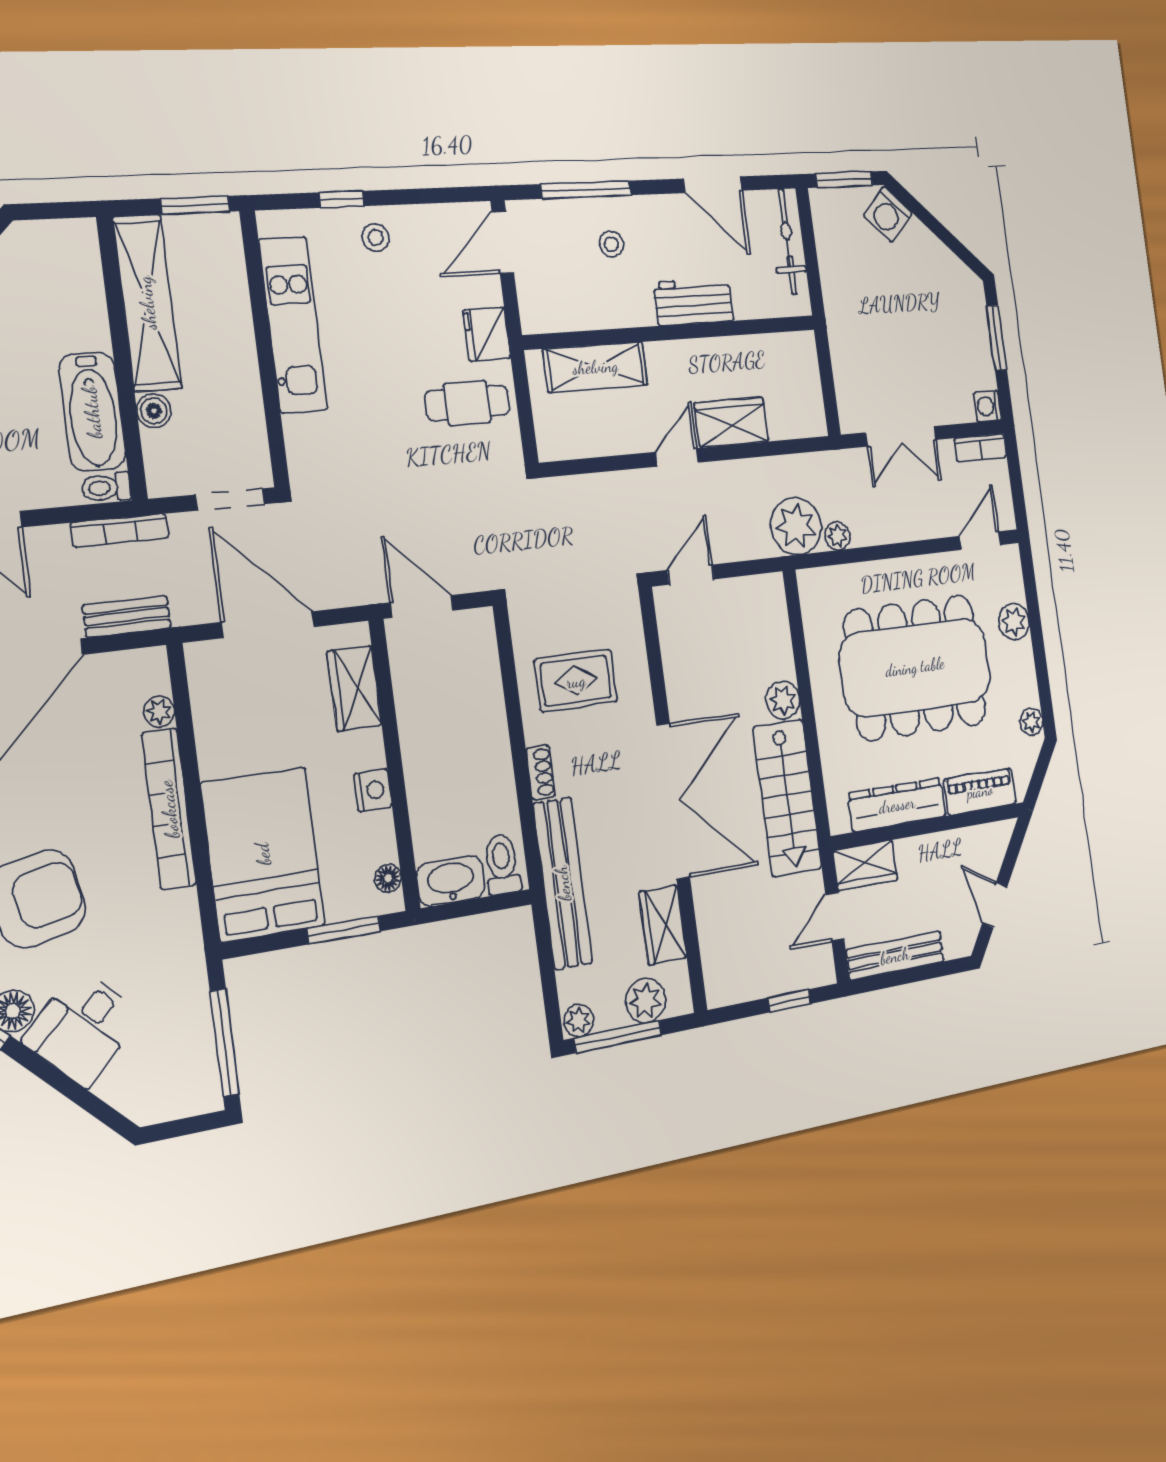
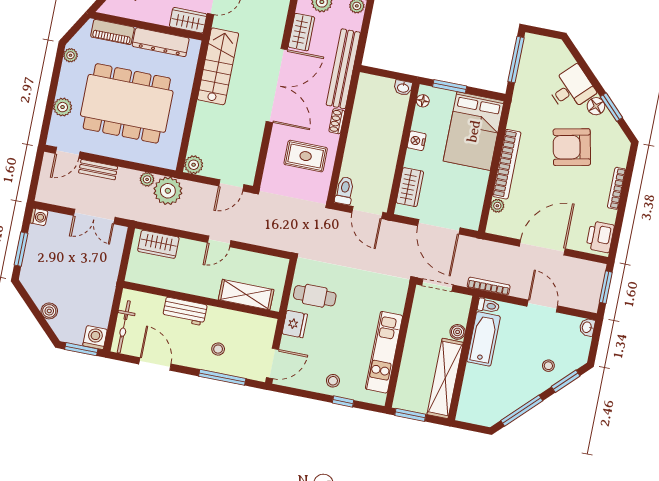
washing machine: (888, 214) -> (95, 338), moved, turned -45
boiler: (918, 237) -> (49, 311), added
wardrobe: (731, 422) -> (158, 244), moved
double door: (901, 436) -> (94, 216), swing flipped
bookcase: (980, 448) -> (51, 198), removed
bench: (127, 617) -> (98, 170), moved
plant: (783, 700) -> (194, 165), moved
double door: (673, 801) -> (277, 85), swing flipped
toilet: (502, 864) -> (345, 191), moved, turned 180
washbasin: (451, 881) -> (403, 88), width x0.52, depth x0.69

